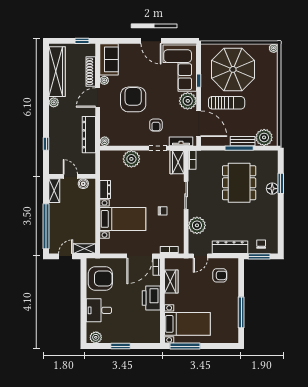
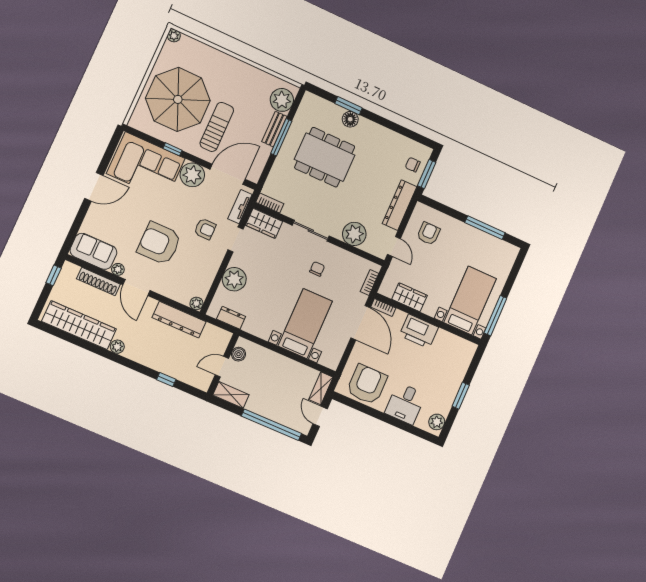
dresser: (105, 190) -> (231, 318), moved

